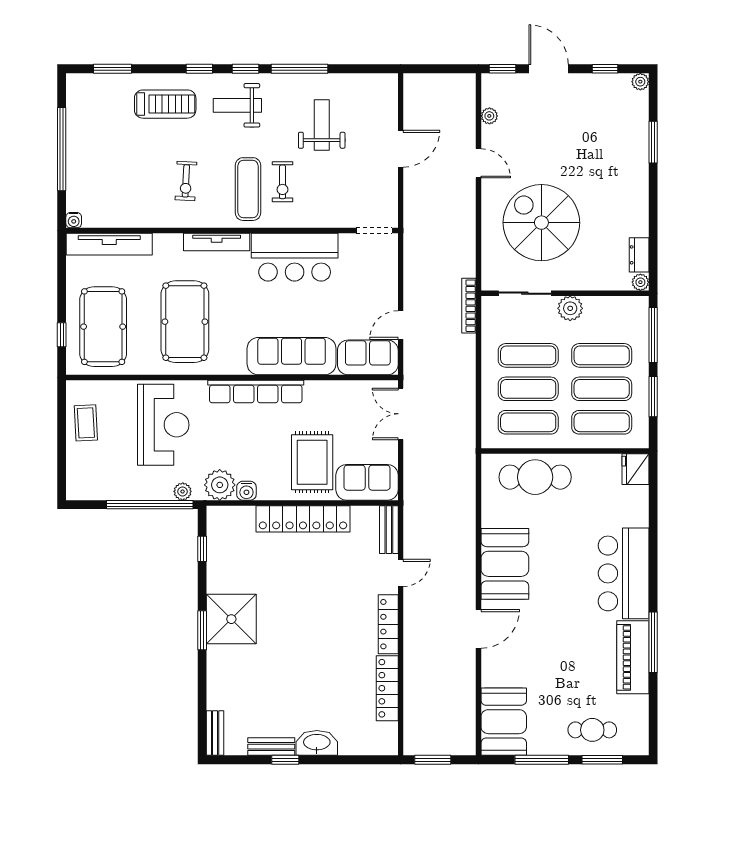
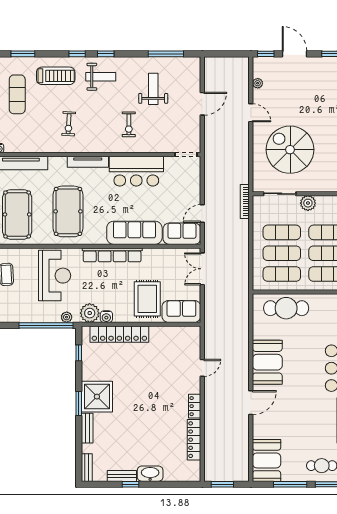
window: (299, 69) -> (166, 54), moved
weight bench: (237, 105) -> (101, 77), turned 180
exercise mat: (248, 189) -> (17, 94), moved
locker: (303, 519) -> (119, 334), moved
bench: (389, 530) -> (87, 428), moved
locker: (388, 624) -> (195, 406), width x0.66

